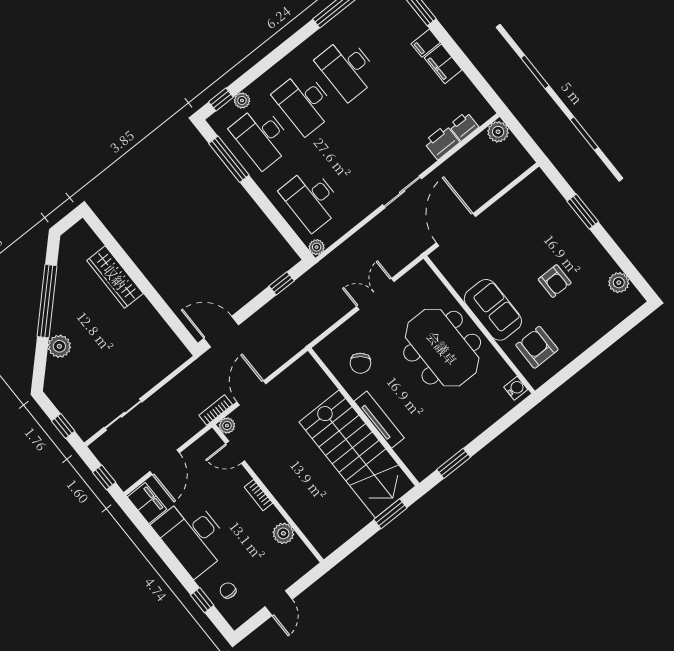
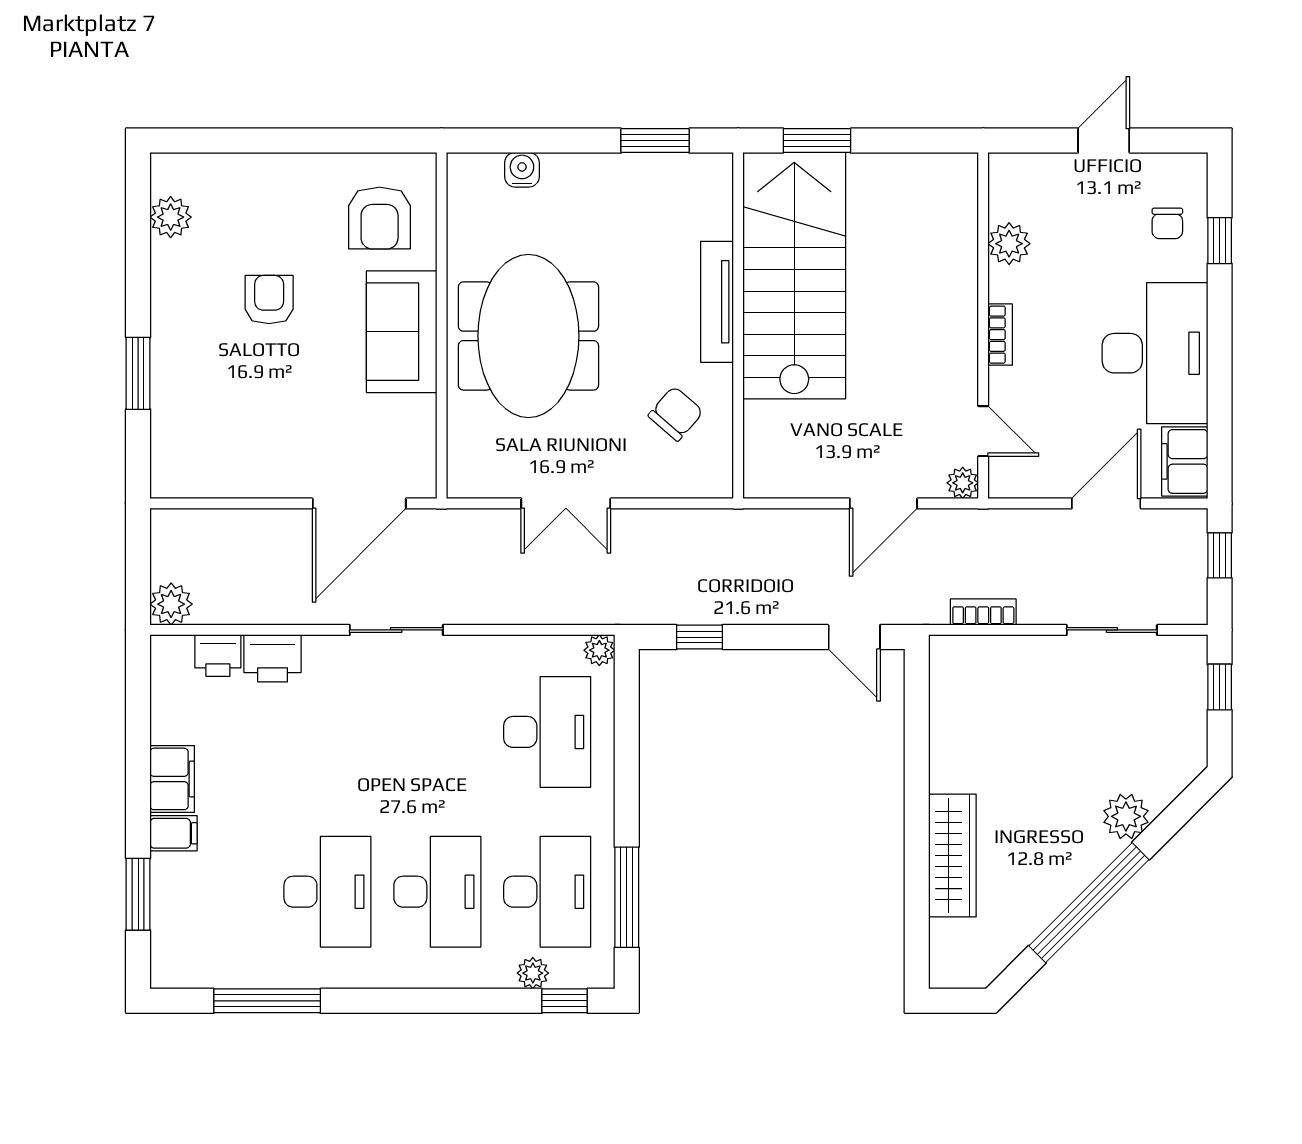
door: (221, 332) -> (854, 637), width x0.73
water cooler: (516, 388) -> (522, 170), moved, turned 90
bookcase: (216, 410) -> (983, 612), moved, turned 180

